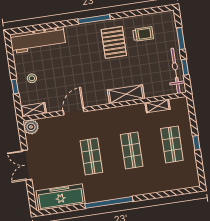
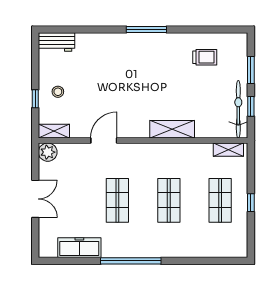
workbench: (38, 40) -> (57, 42), width x0.53, depth x0.76
pallet: (114, 42) -> (167, 62), removed
shelving: (158, 106) -> (228, 150), moved
double door: (27, 165) -> (35, 199), swing flipped
freezer: (61, 197) -> (79, 248), width x0.73, depth x0.79

